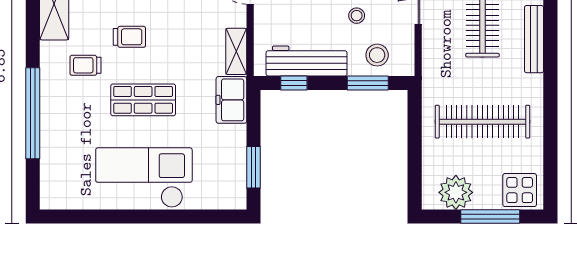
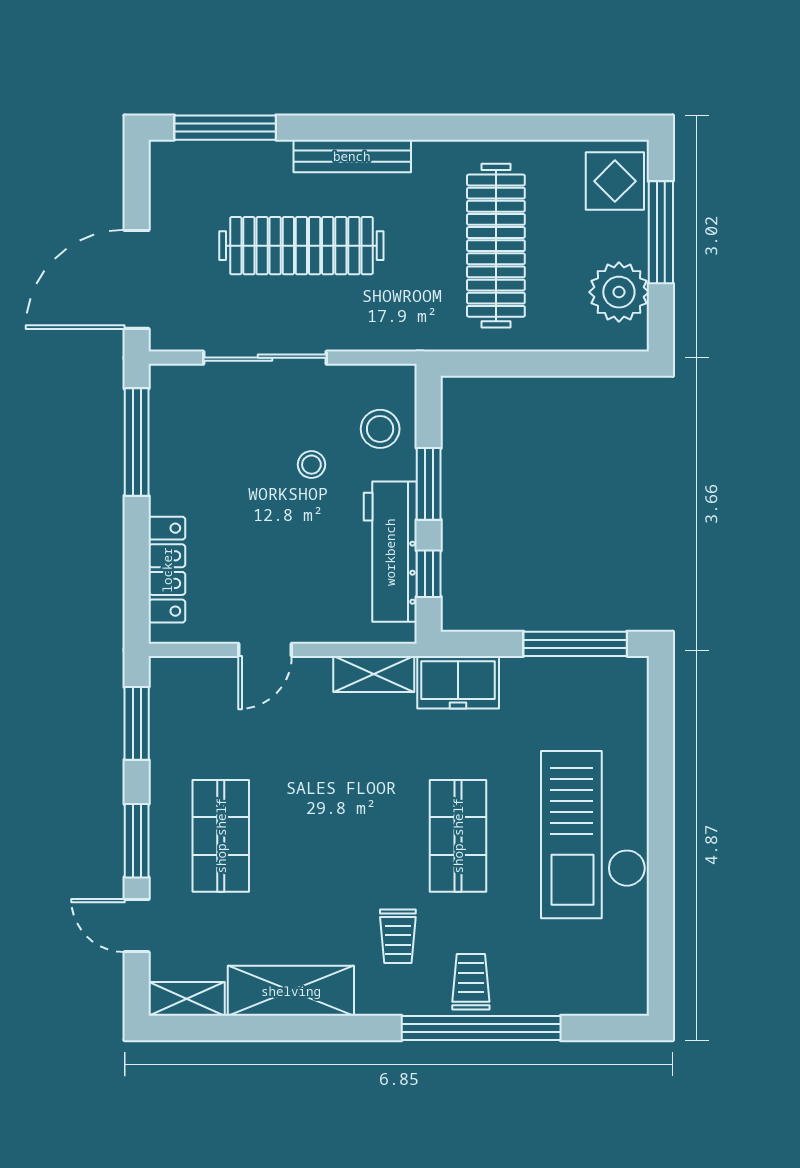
trolley: (129, 37) -> (471, 982), moved
window: (368, 83) -> (429, 484), moved
window: (254, 167) -> (575, 644), width x1.44

